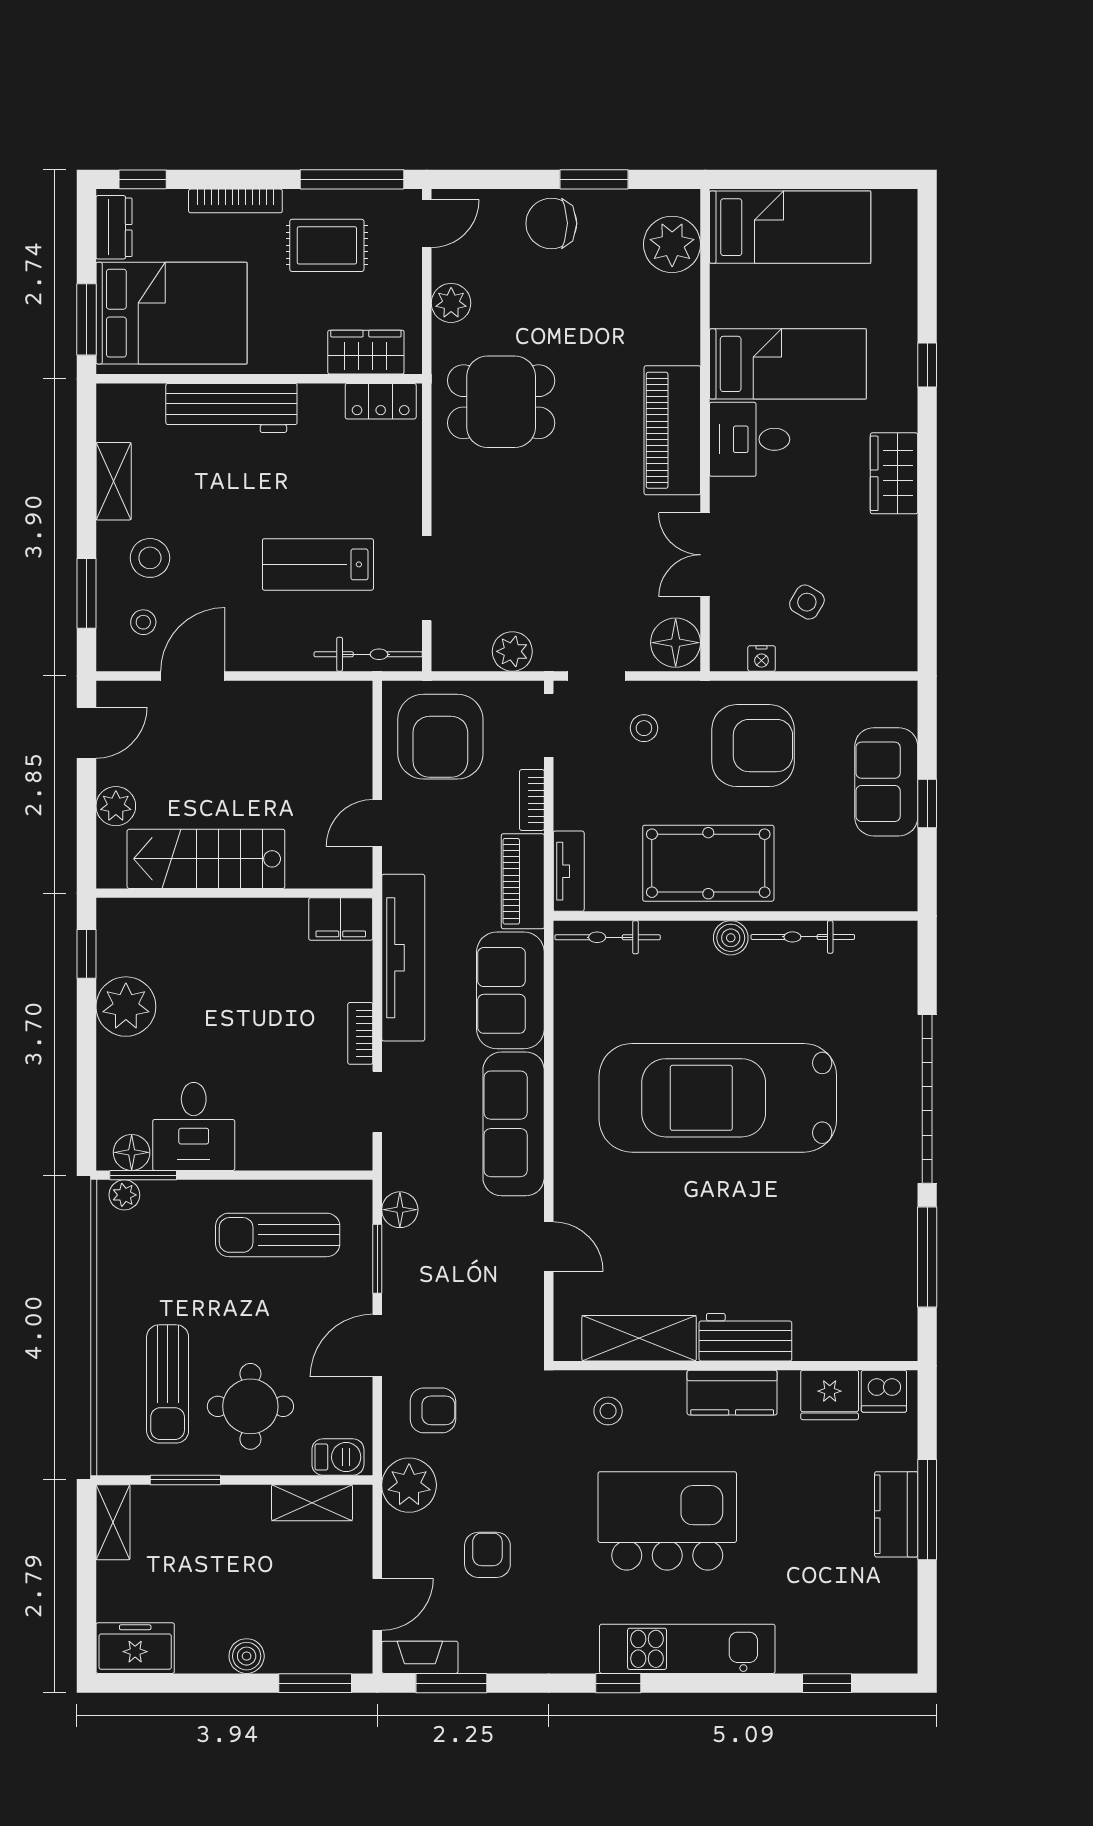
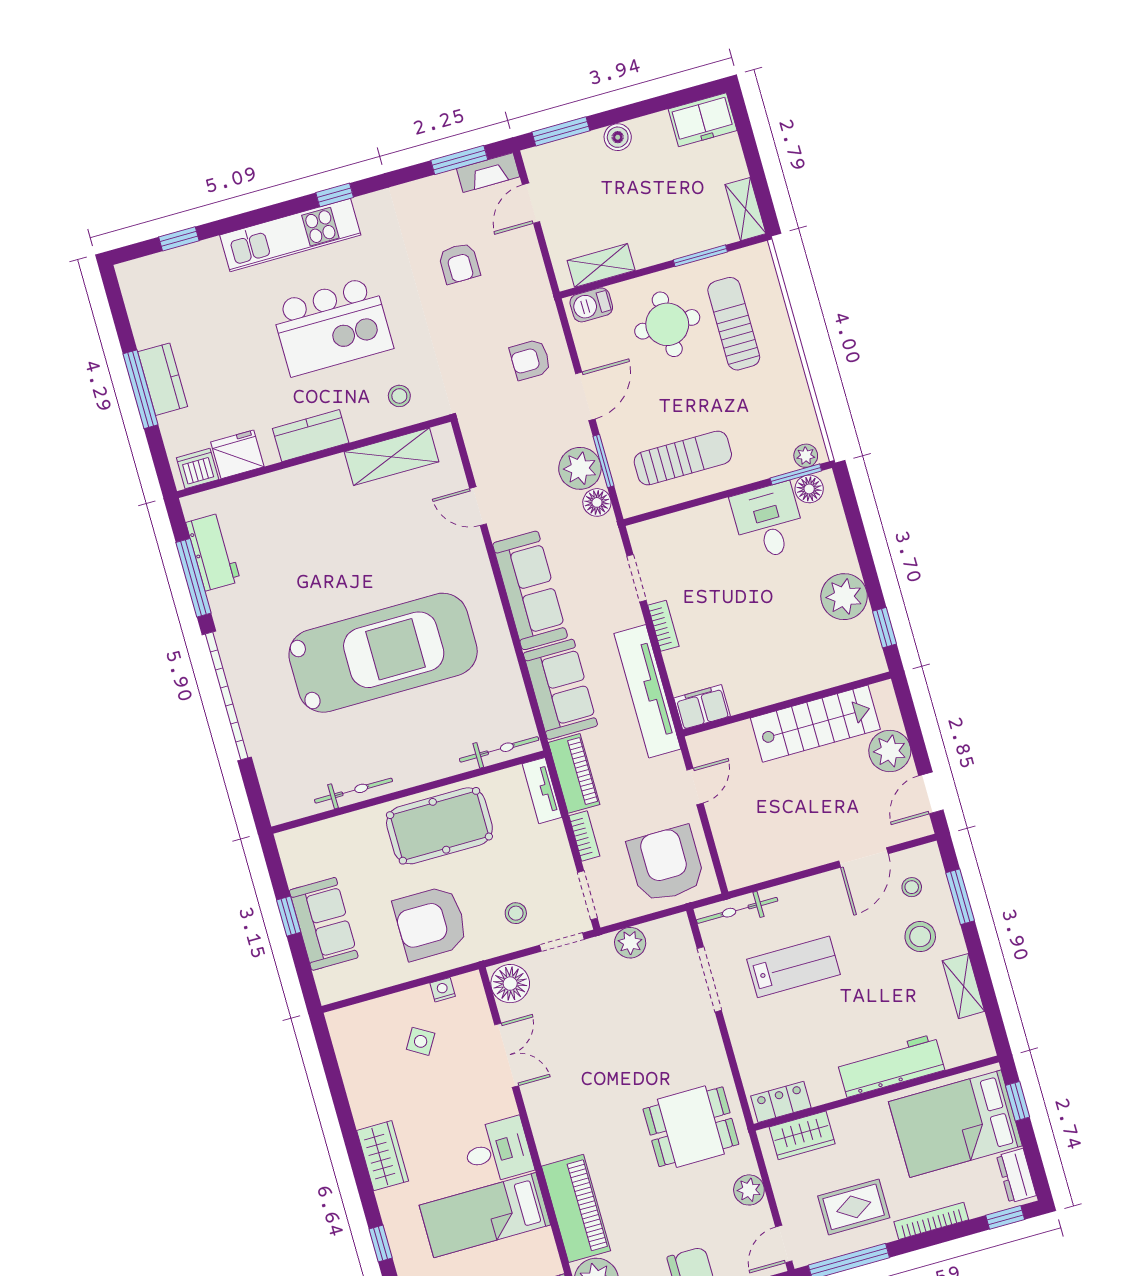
window: (87, 319) -> (1018, 1101), width x0.67
piano: (672, 430) -> (576, 1208), moved
plant: (116, 806) -> (890, 751), width x1.36, depth x1.36
boiler: (731, 938) -> (407, 775), removed
workbench: (745, 1337) -> (213, 552), moved, turned -90
plant: (409, 1485) -> (580, 468), moved

